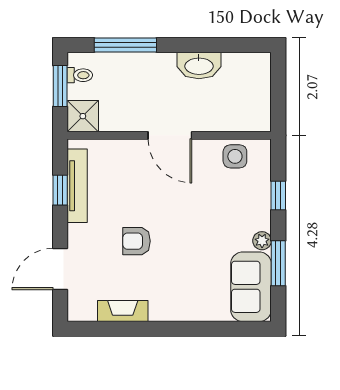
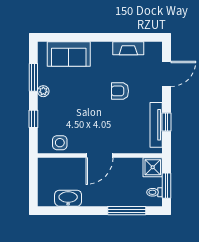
washbasin: (199, 65) -> (68, 198), moved
door: (170, 135) -> (99, 156), swing flipped
armchair: (136, 241) -> (120, 91), turned 180
sofa: (251, 287) -> (69, 54), moved, turned 90

